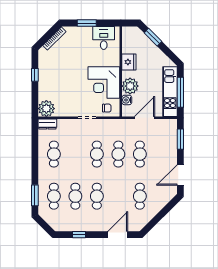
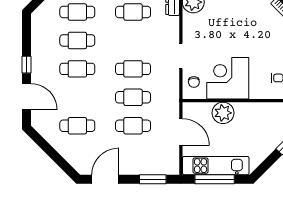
fridge: (129, 62) -> (255, 111), removed
water cooler: (127, 100) -> (205, 109), removed
door: (180, 175) -> (105, 179), hinge flipped
window: (79, 235) -> (26, 65), moved

